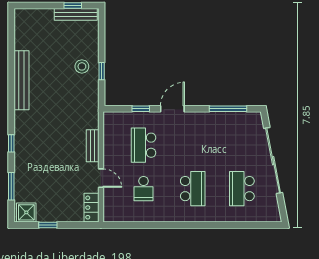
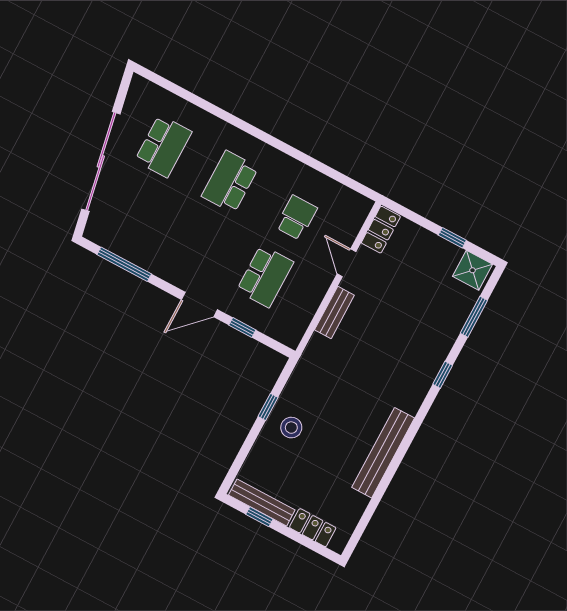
locker: (39, 16) -> (313, 528), added

